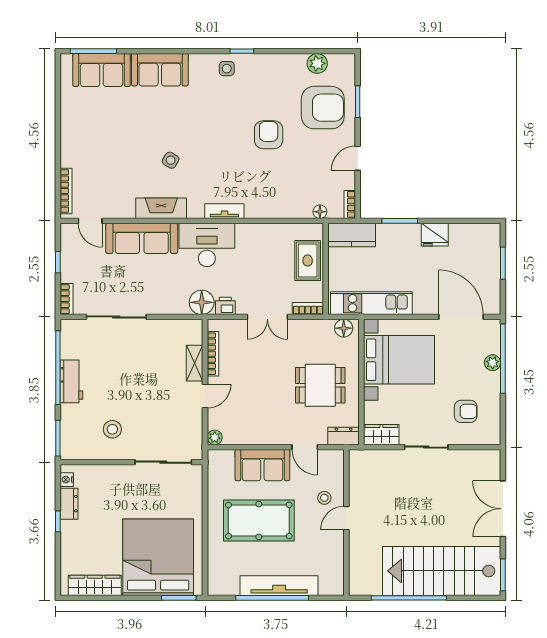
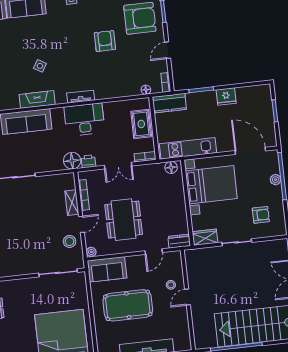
desk: (207, 245) -> (84, 120), moved
dining table: (320, 385) -> (124, 220), moved, width x1.38
stool: (112, 429) -> (70, 241), moved
door: (305, 447) -> (154, 252), hinge flipped
sofa: (262, 465) -> (107, 269), moved

